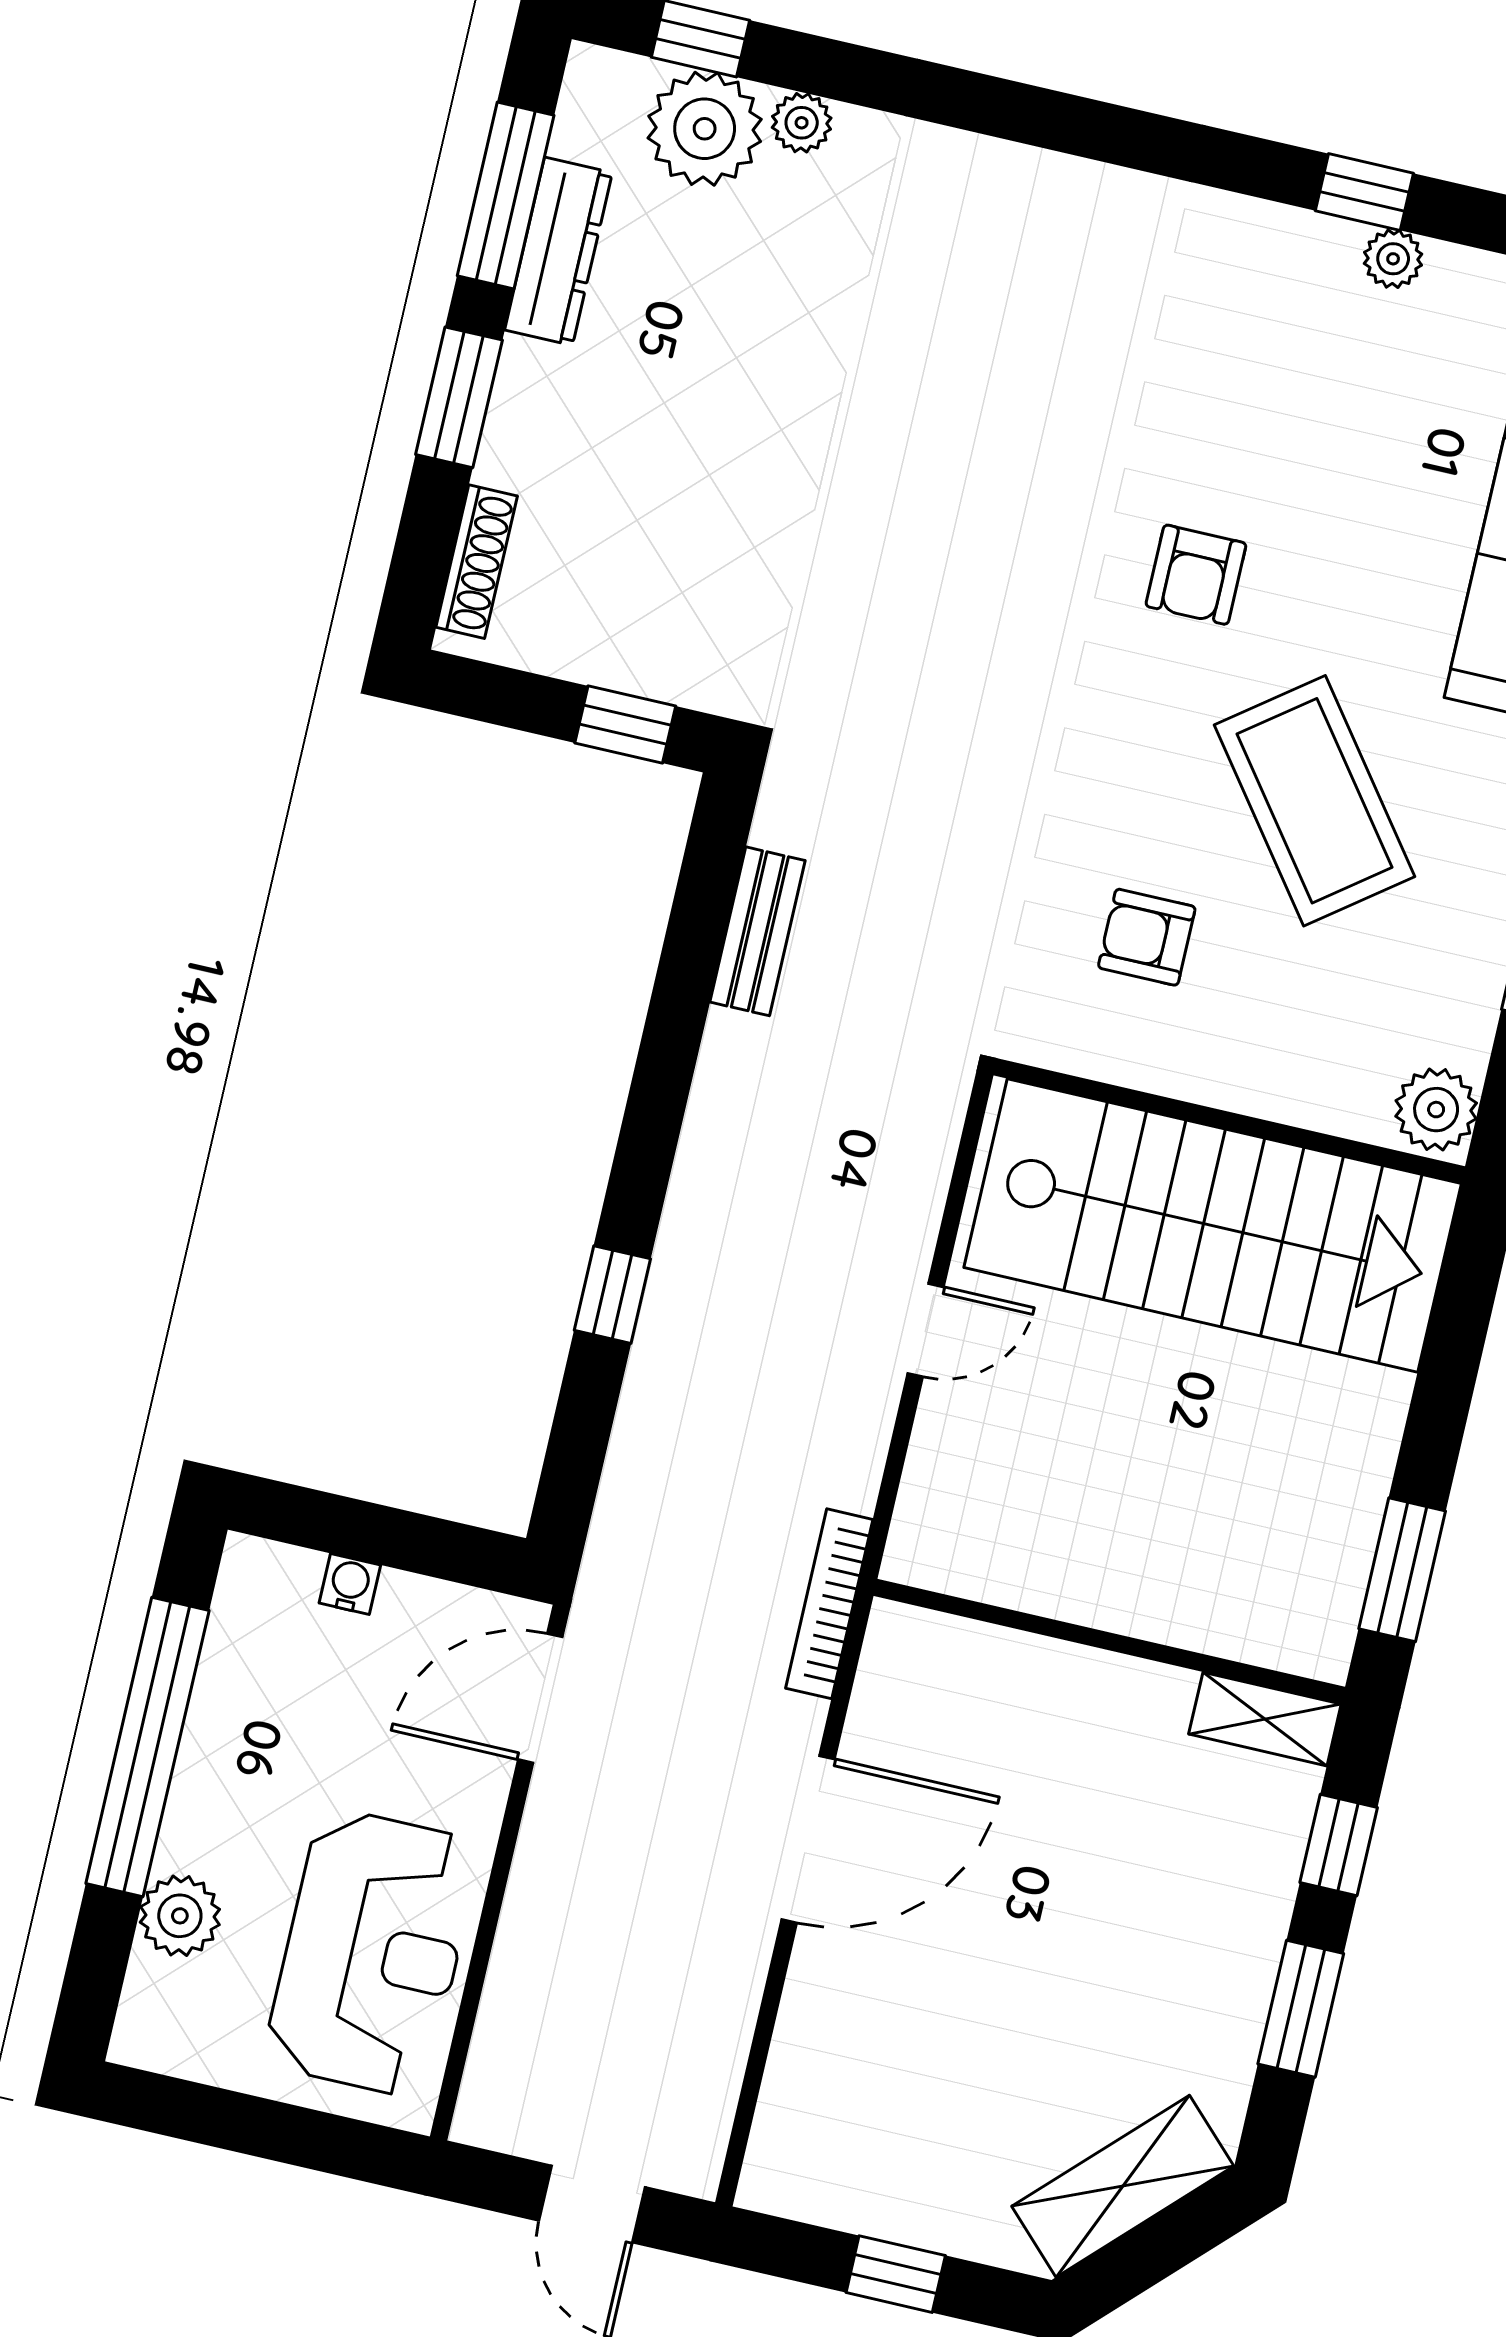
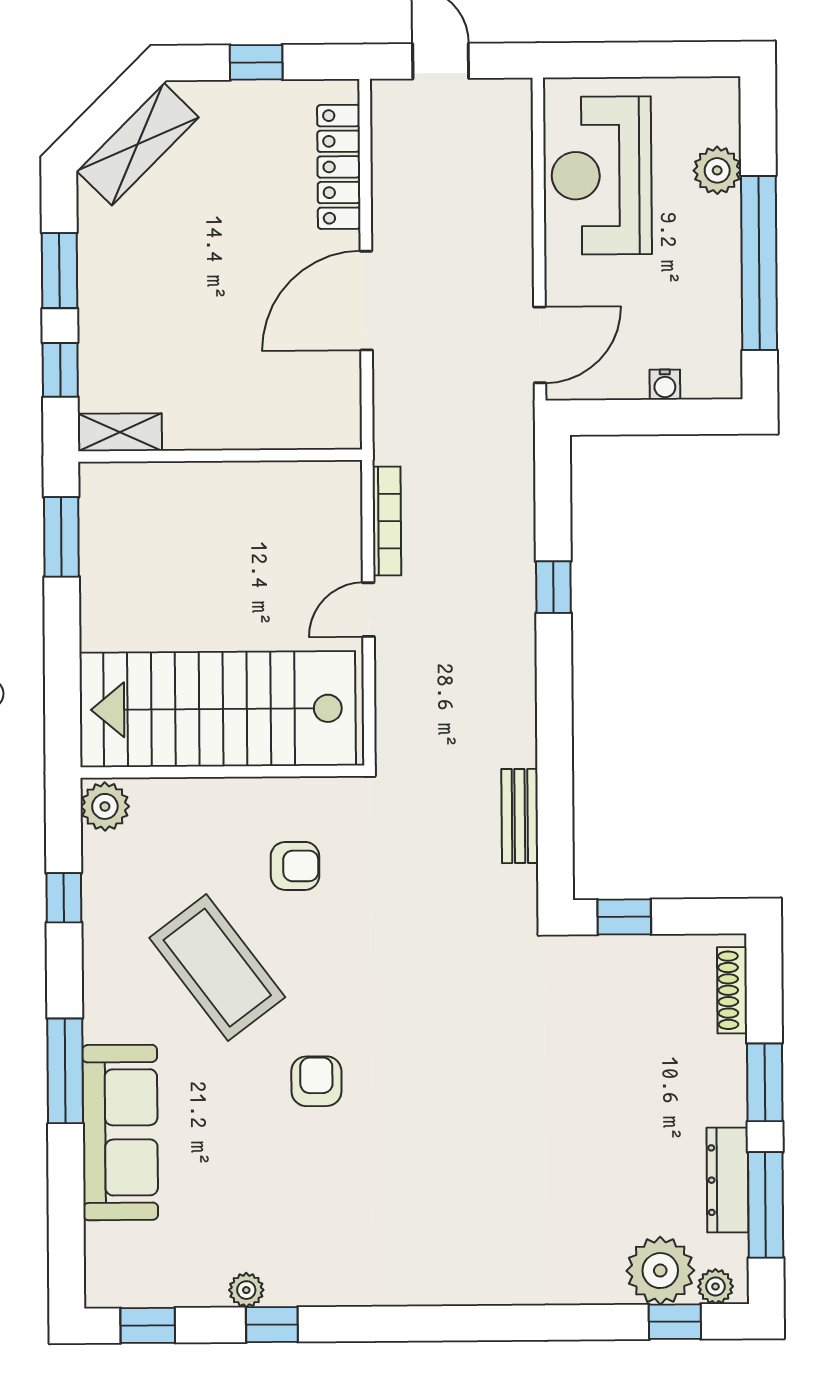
plant: (802, 123) -> (715, 1286), moved
bookcase: (829, 1604) -> (387, 521), moved
locker: (801, 2070) -> (339, 167), added

